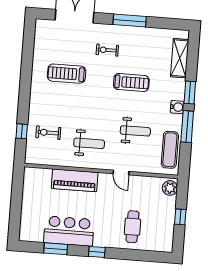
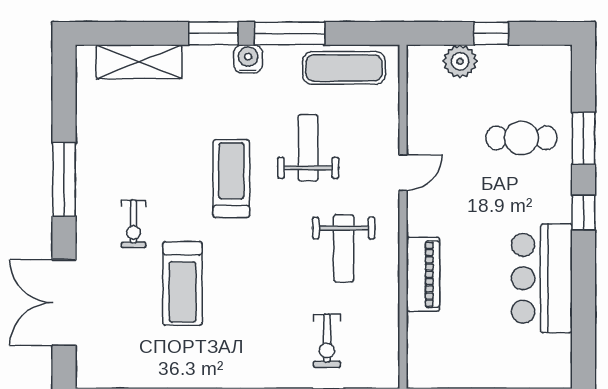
treadmill: (67, 74) -> (182, 283), moved
treadmill: (131, 82) -> (231, 179), moved
weight bench: (89, 143) -> (344, 248), turned 180
piano: (75, 180) -> (423, 274), width x0.73, depth x0.75
plant: (170, 188) -> (460, 61), moved
window: (56, 249) -> (583, 138), moved

